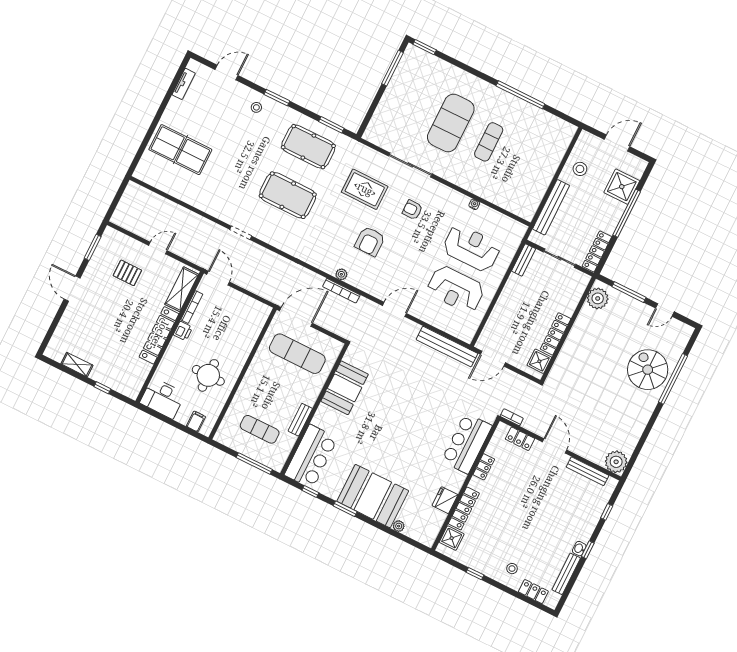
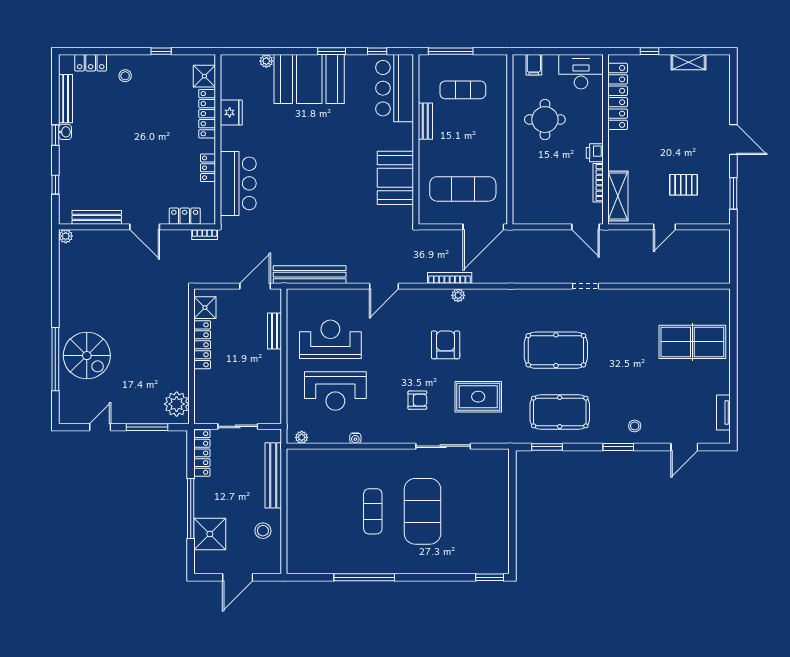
window: (393, 68) -> (512, 538), removed
plant: (515, 226) -> (302, 437), added
bench: (524, 260) -> (274, 331), moved
locker: (159, 335) -> (618, 96), moved
plant: (616, 462) -> (66, 236), width x0.53, depth x0.53

